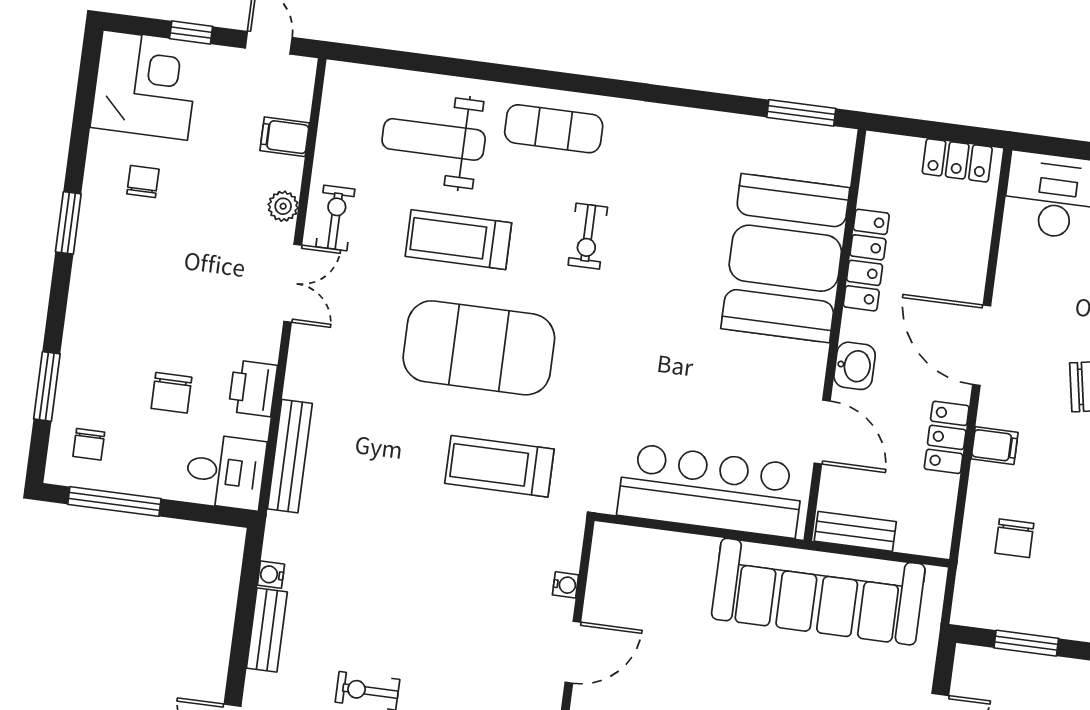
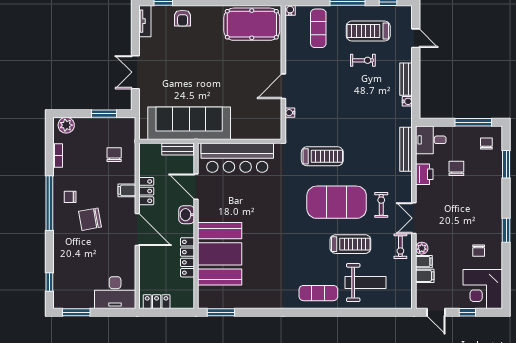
filing cabinet: (282, 172) -> (424, 262), added
exercise bike: (588, 236) -> (381, 205), moved

